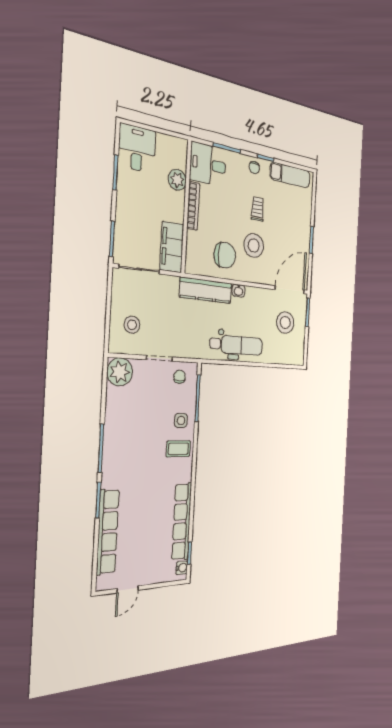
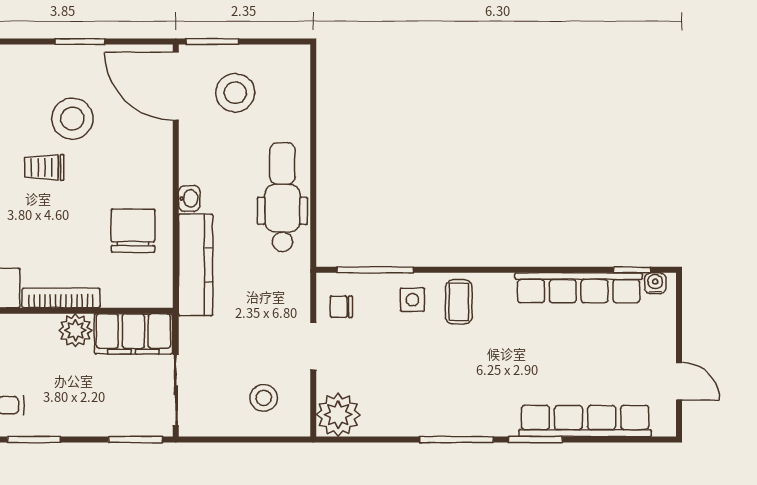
plant: (177, 180) -> (75, 330), moved
stool: (254, 245) -> (72, 119), moved

